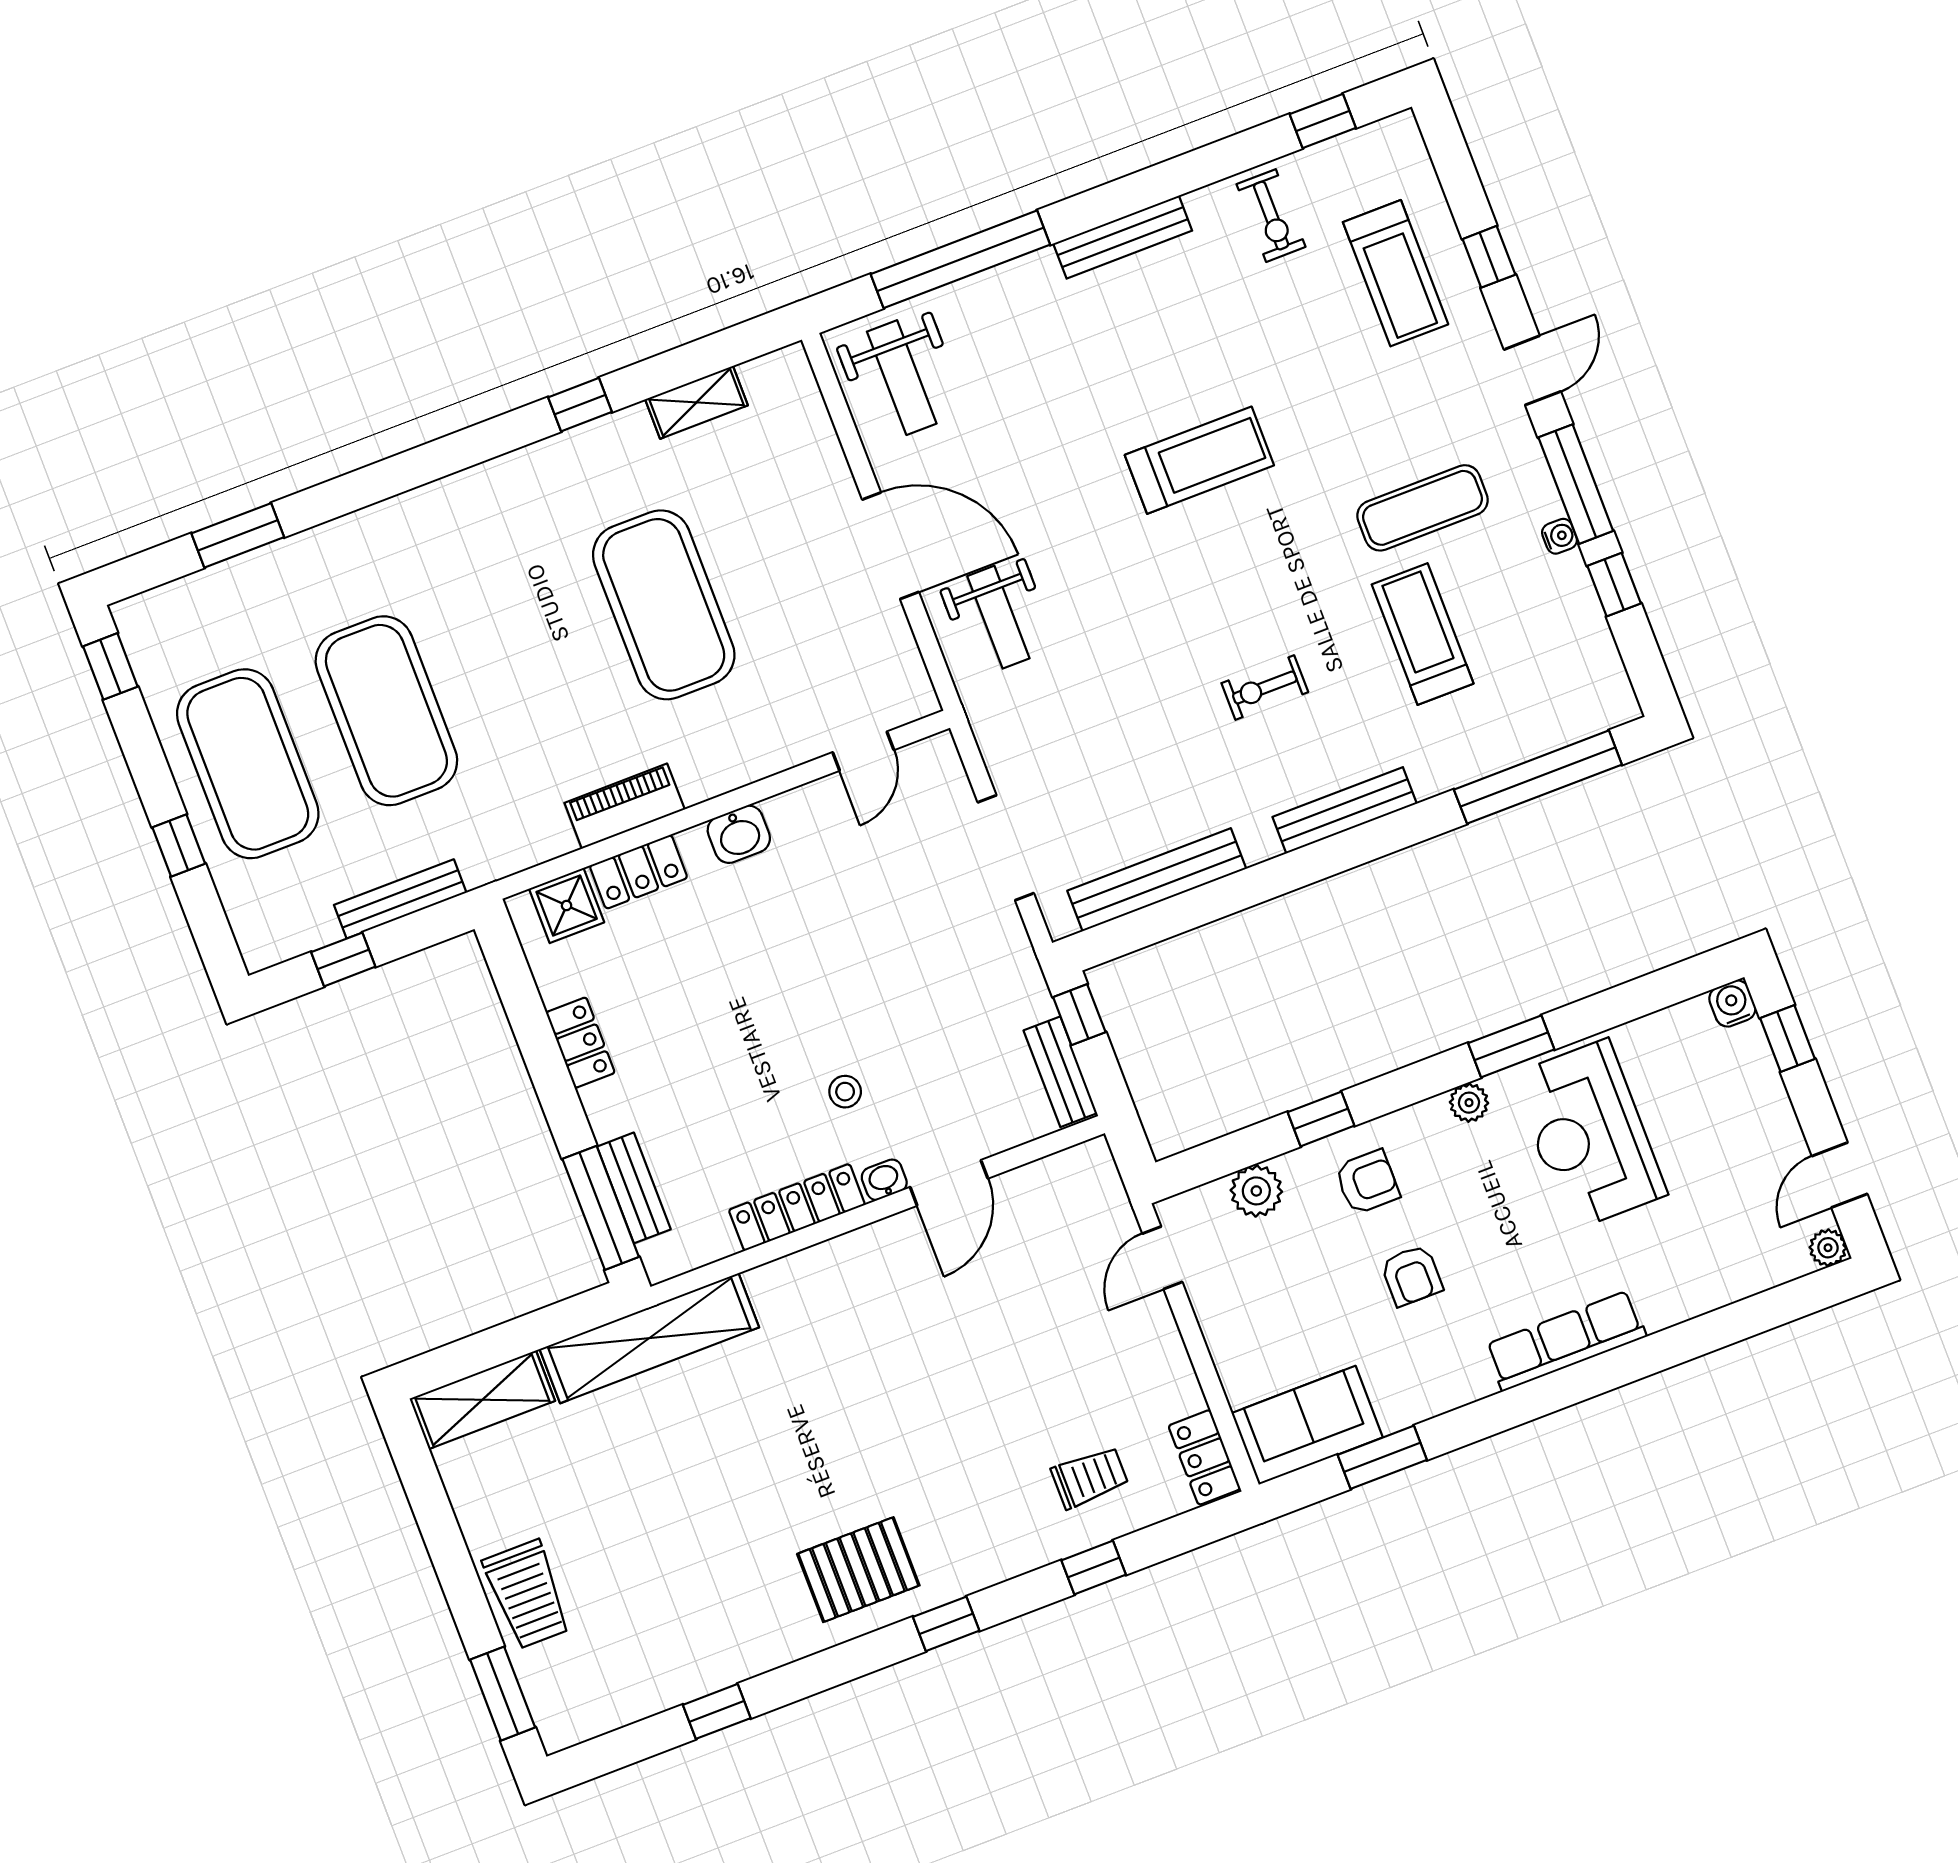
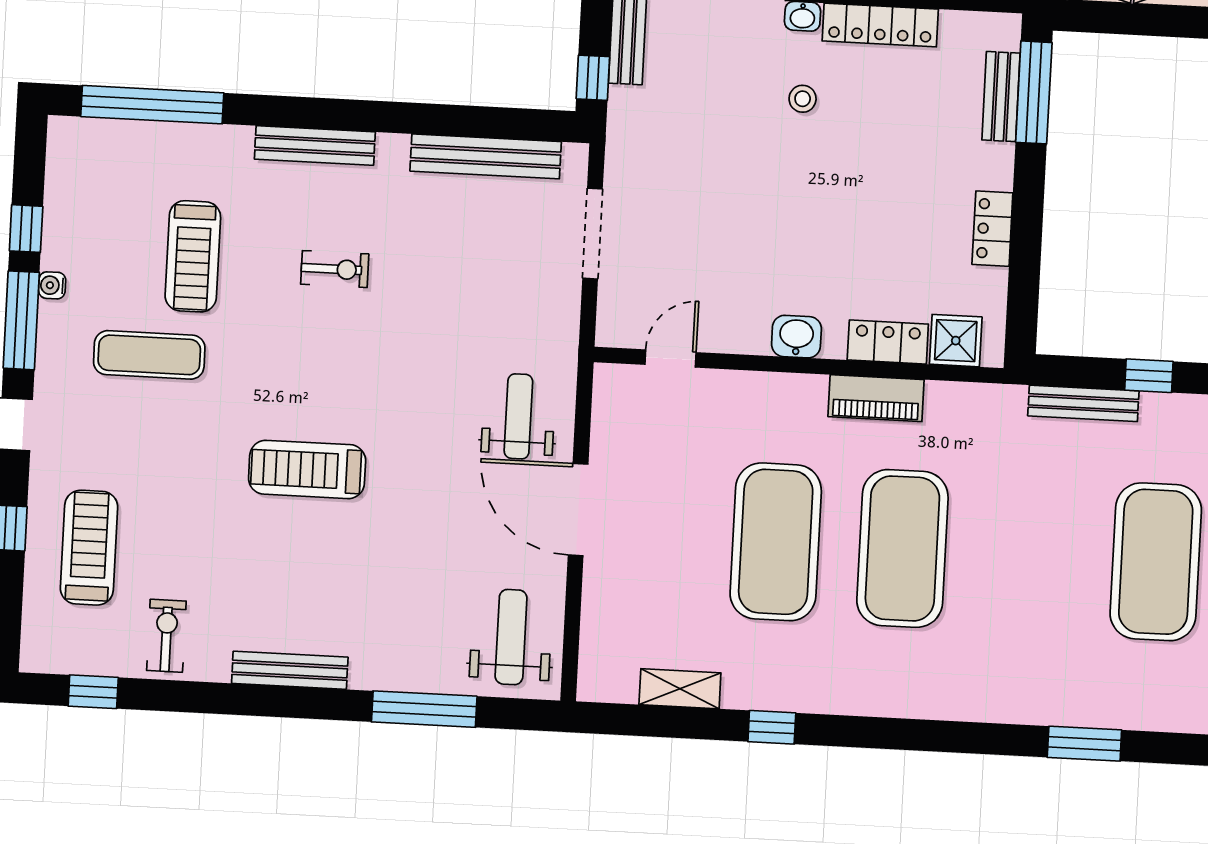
window: (960, 259) -> (424, 709), width x0.68
exercise mat: (386, 711) -> (902, 548), moved

